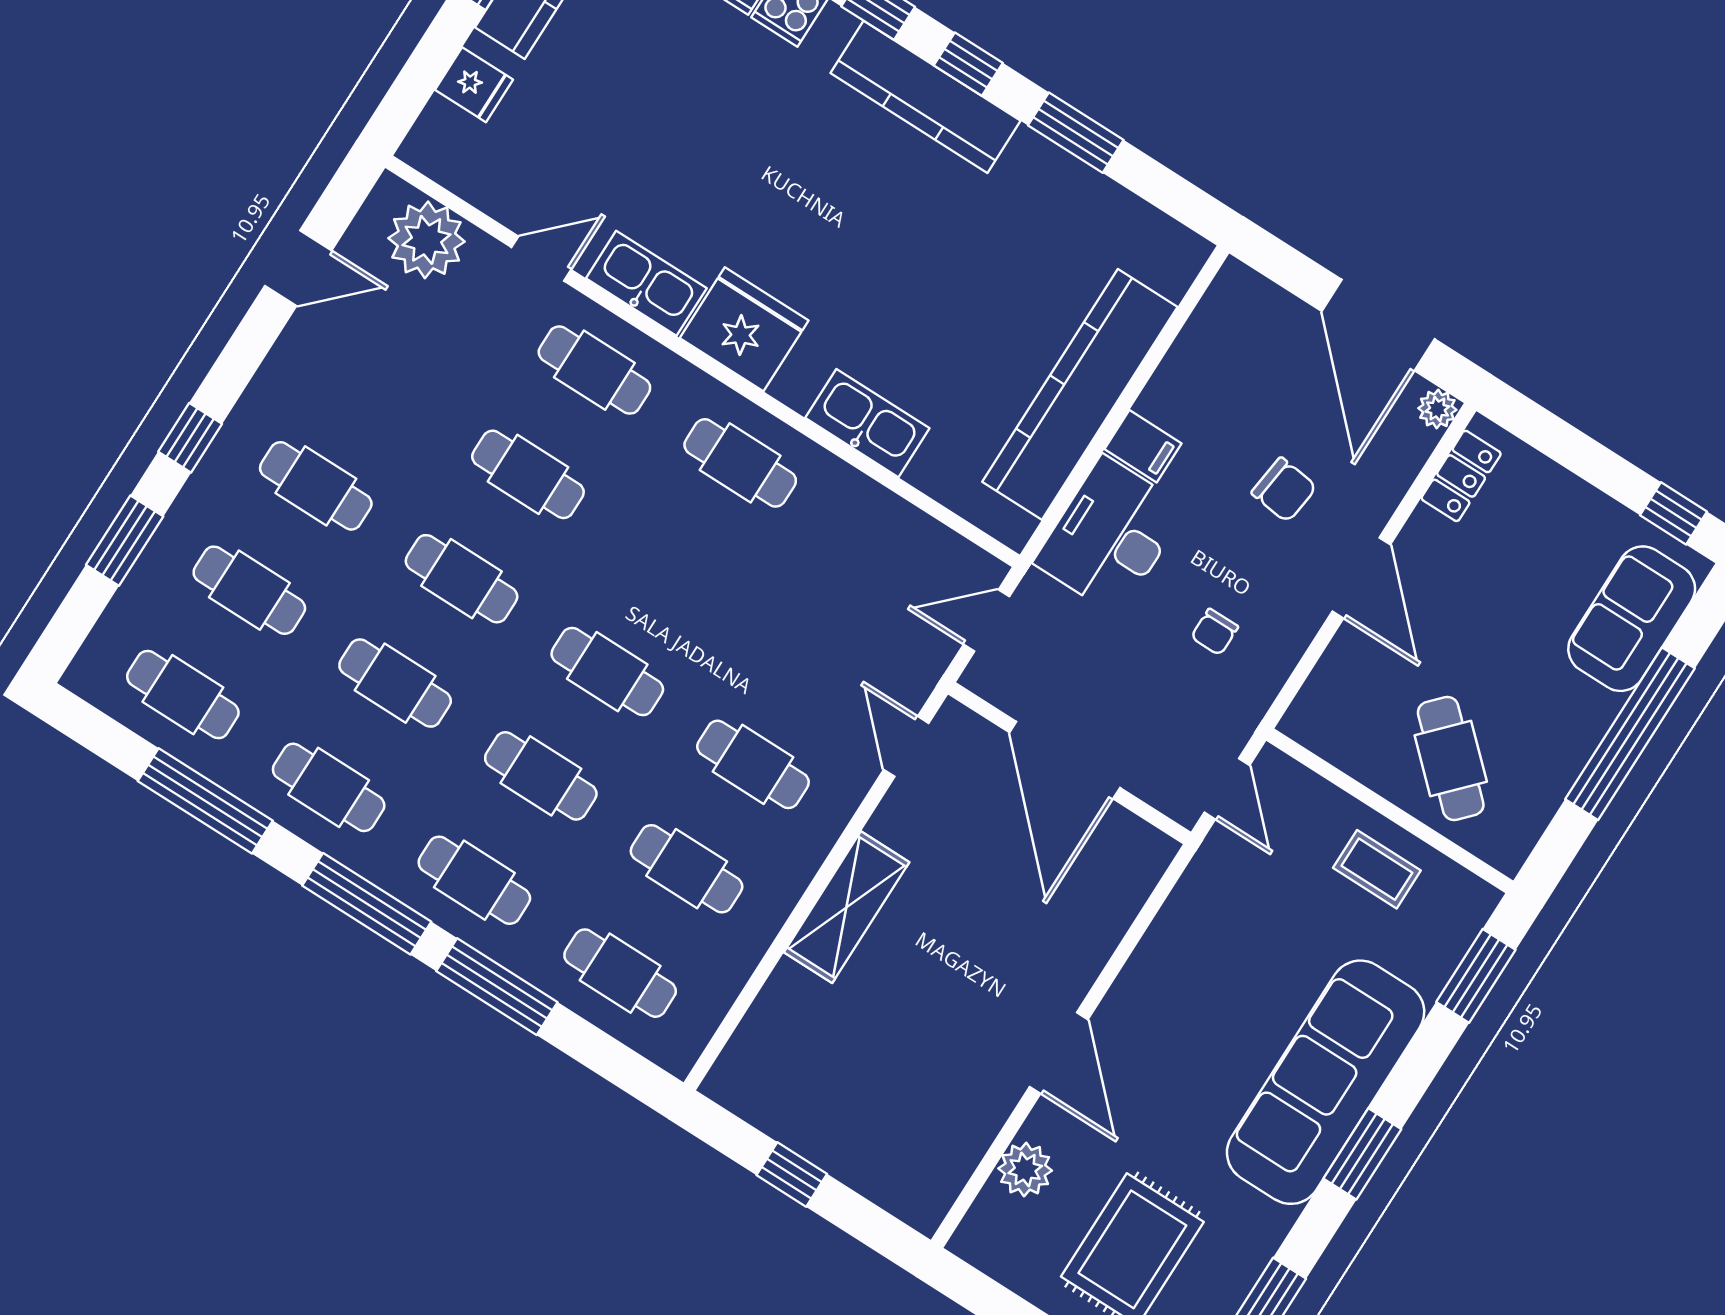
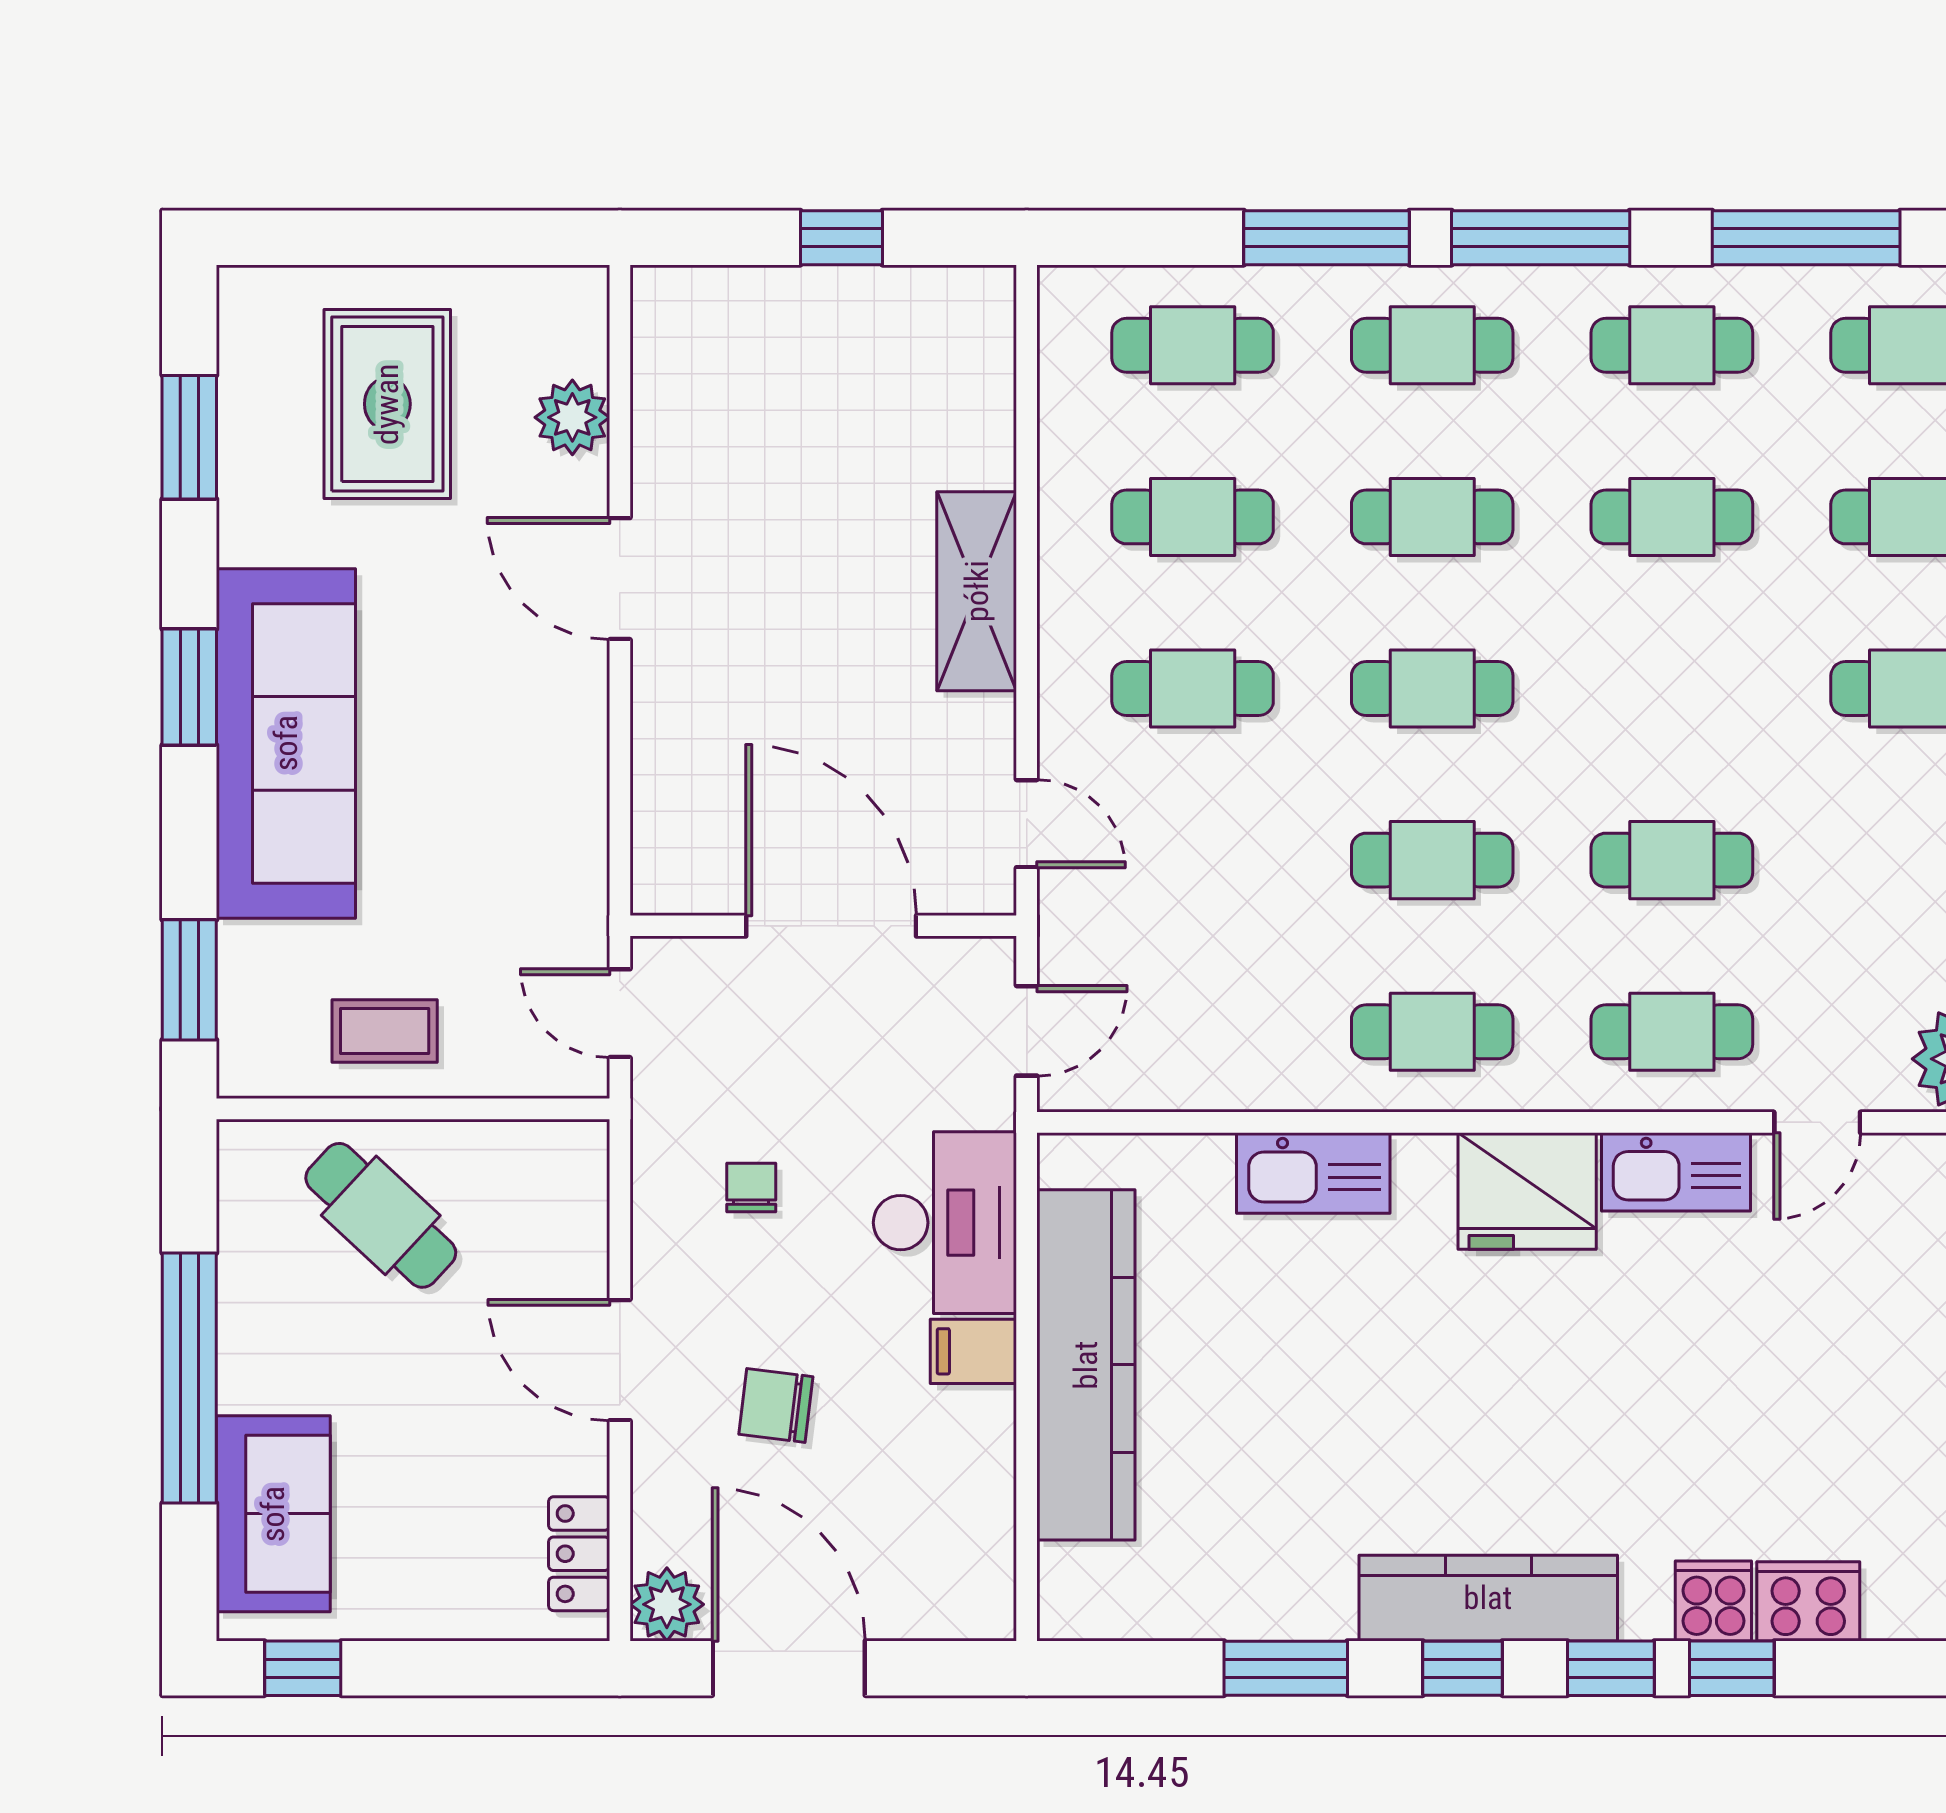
plant: (1437, 409) -> (667, 1604), width x1.38, depth x1.38
cafe table: (462, 579) -> (1432, 860), moved

